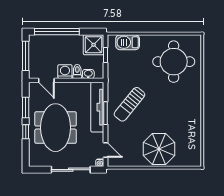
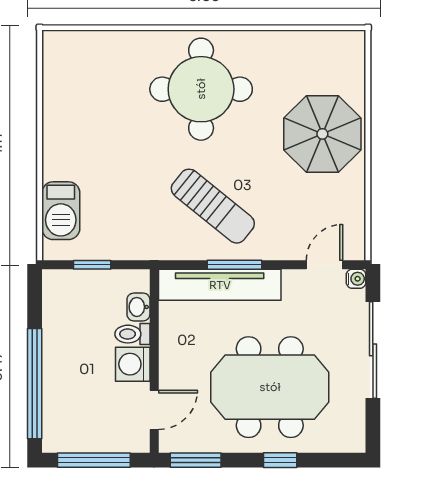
shower: (94, 45) -> (67, 294), removed
round table: (174, 62) -> (201, 89), moved
window: (26, 108) -> (196, 460), moved

